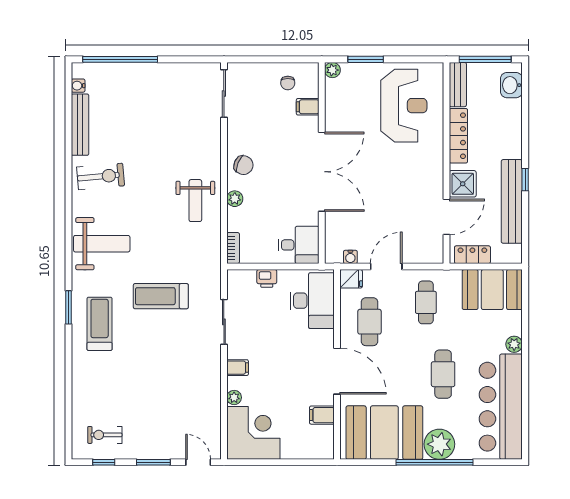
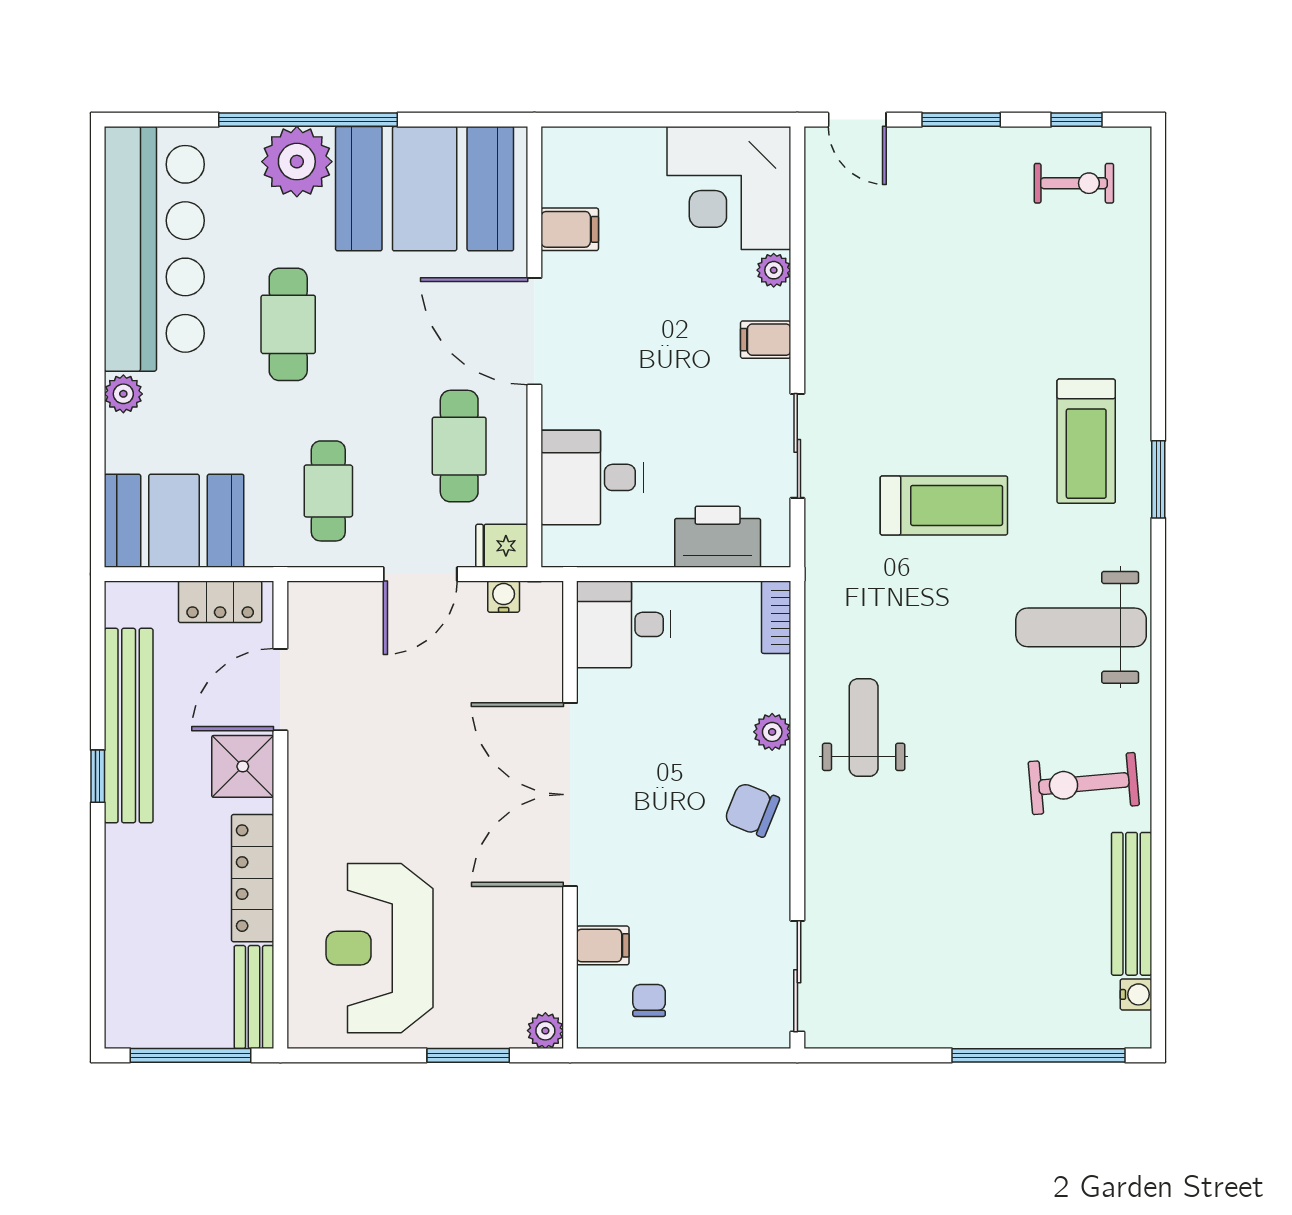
washbasin: (511, 85) -> (130, 996), removed
printer: (267, 278) -> (718, 537), width x1.87, depth x1.48
desk: (312, 301) -> (592, 477), width x0.73

